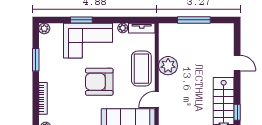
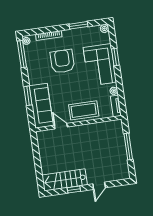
plant: (168, 66) -> (89, 131), removed
armchair: (99, 82) -> (62, 61), moved
window: (237, 112) -> (74, 189), moved

